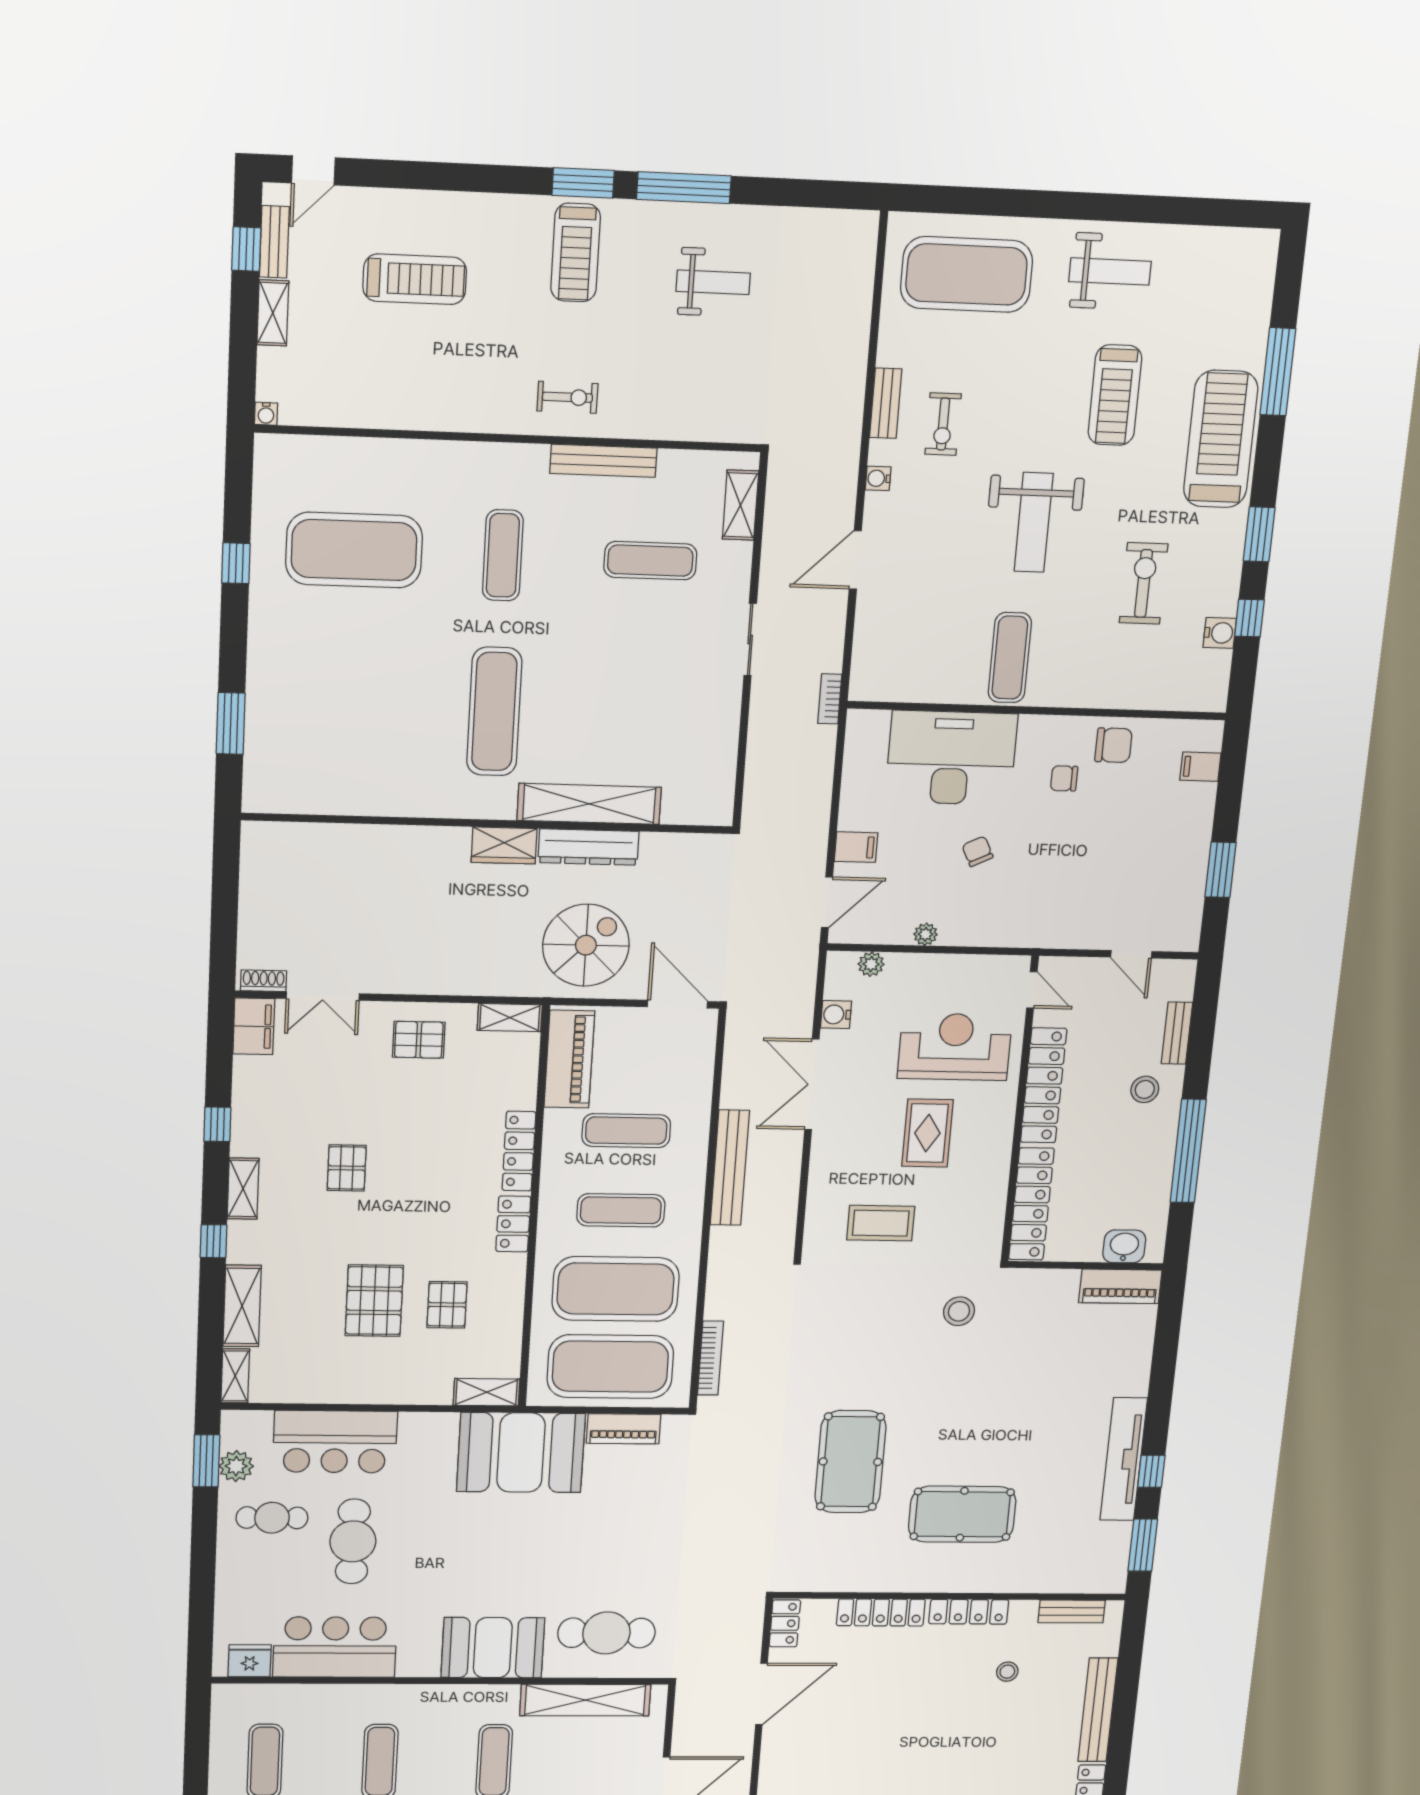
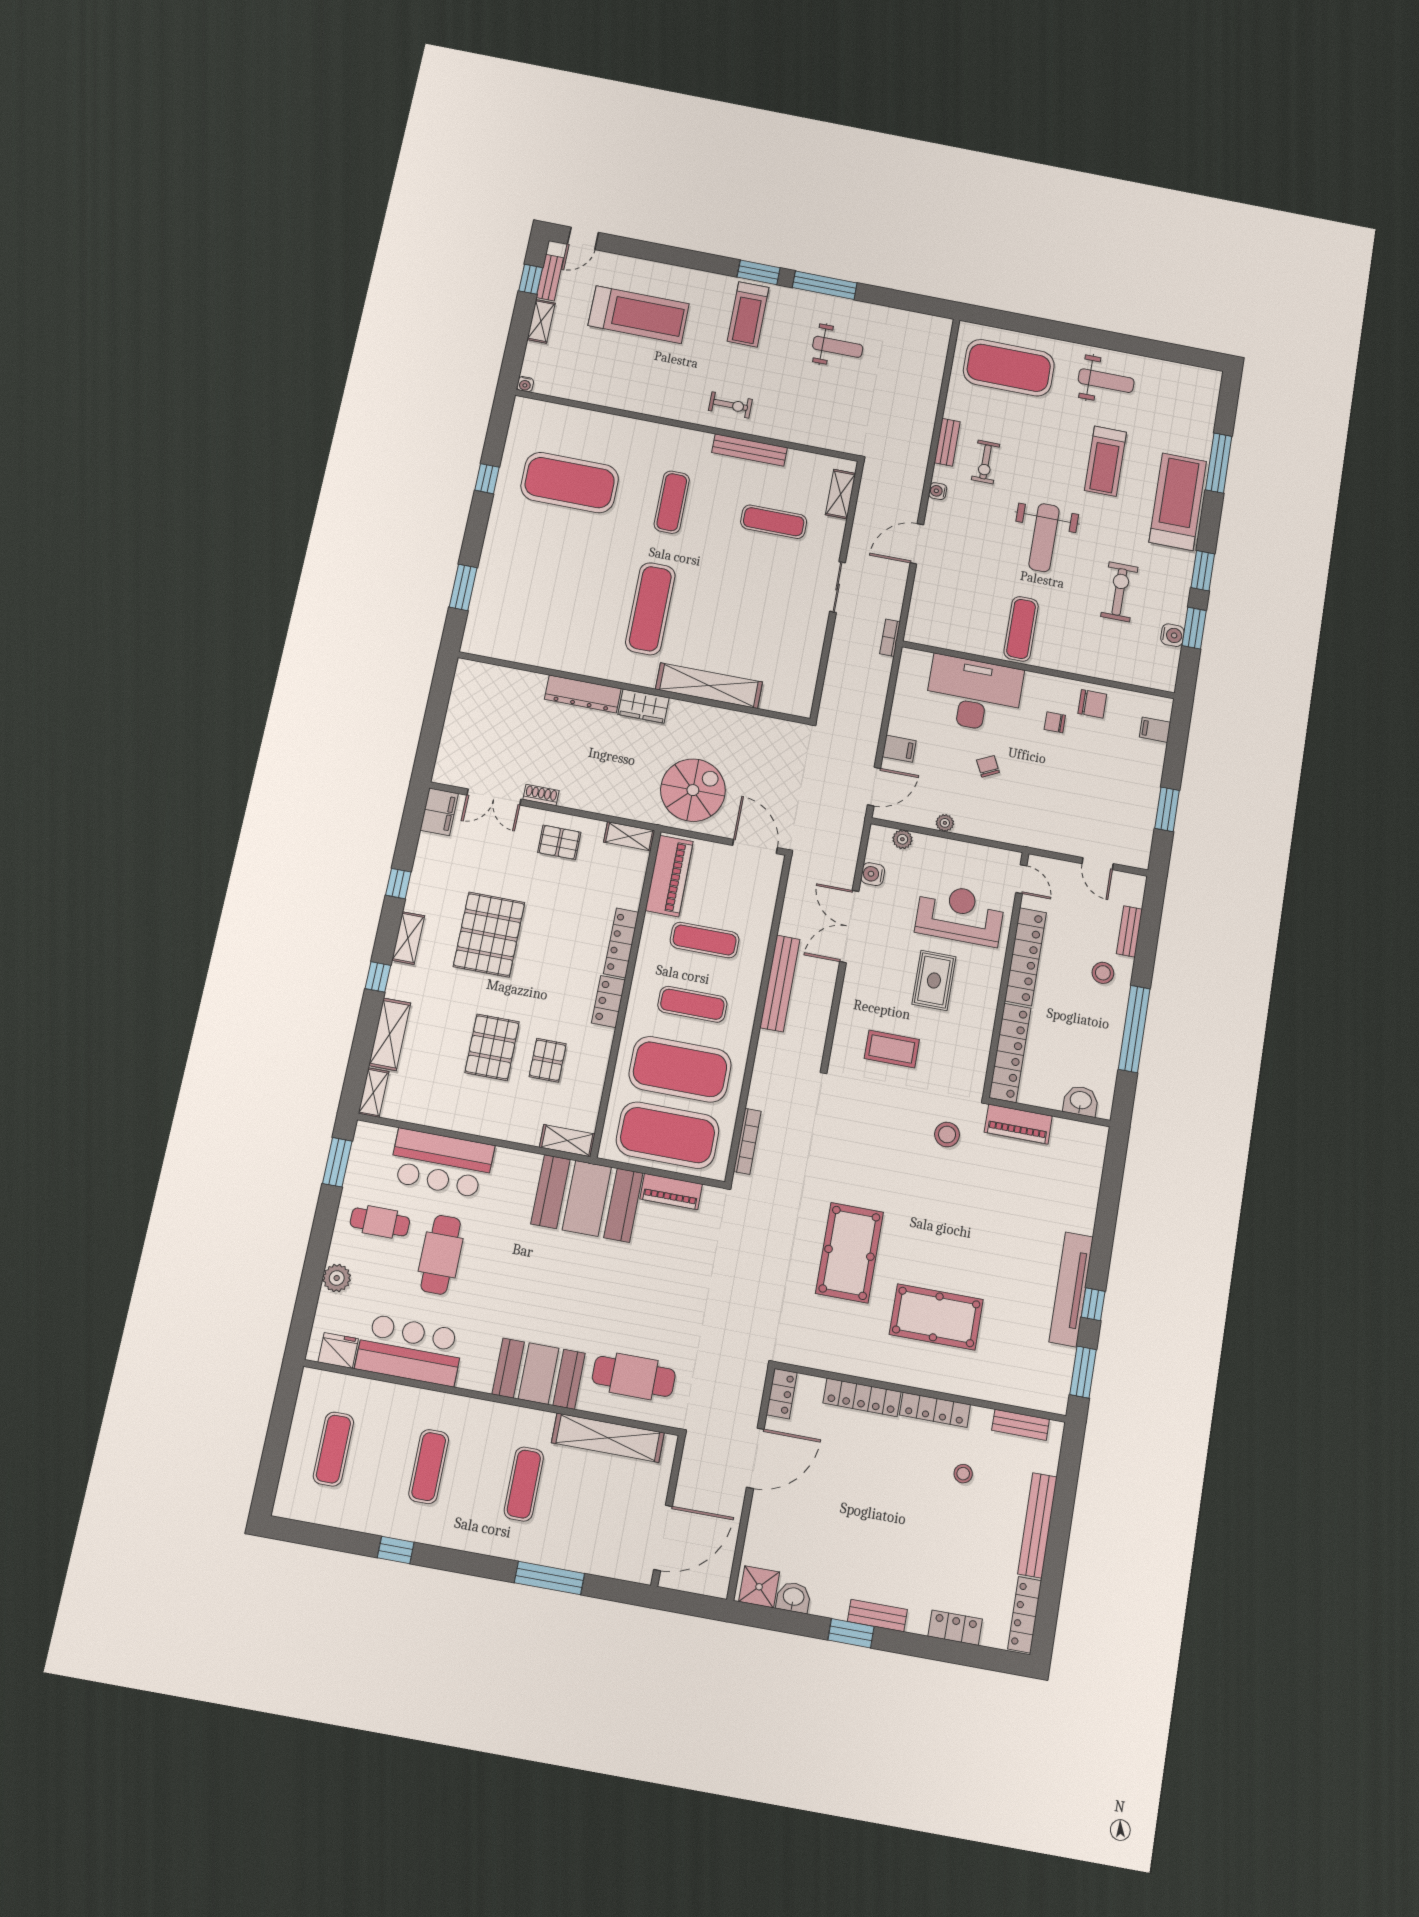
treadmill: (415, 279) -> (639, 315), width x1.37, depth x1.38
window: (1249, 618) -> (1194, 628), width x1.50
dresser: (588, 847) -> (583, 694), moved
shoe rack: (263, 981) -> (541, 795), moved
pallet: (347, 1168) -> (489, 935), width x2.05, depth x2.00
piano: (1120, 1286) -> (1018, 1124), moved
plant: (236, 1466) -> (337, 1278), moved

